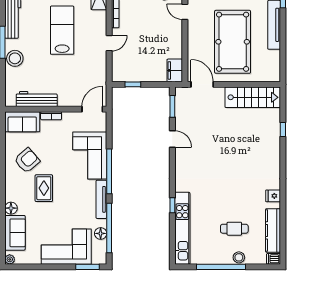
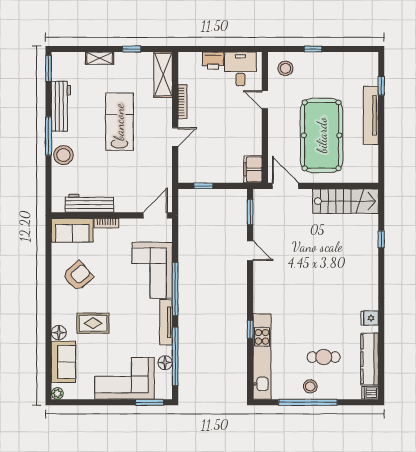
rug: (44, 188) -> (93, 323), moved, turned 90
stool: (239, 257) -> (310, 386), moved

